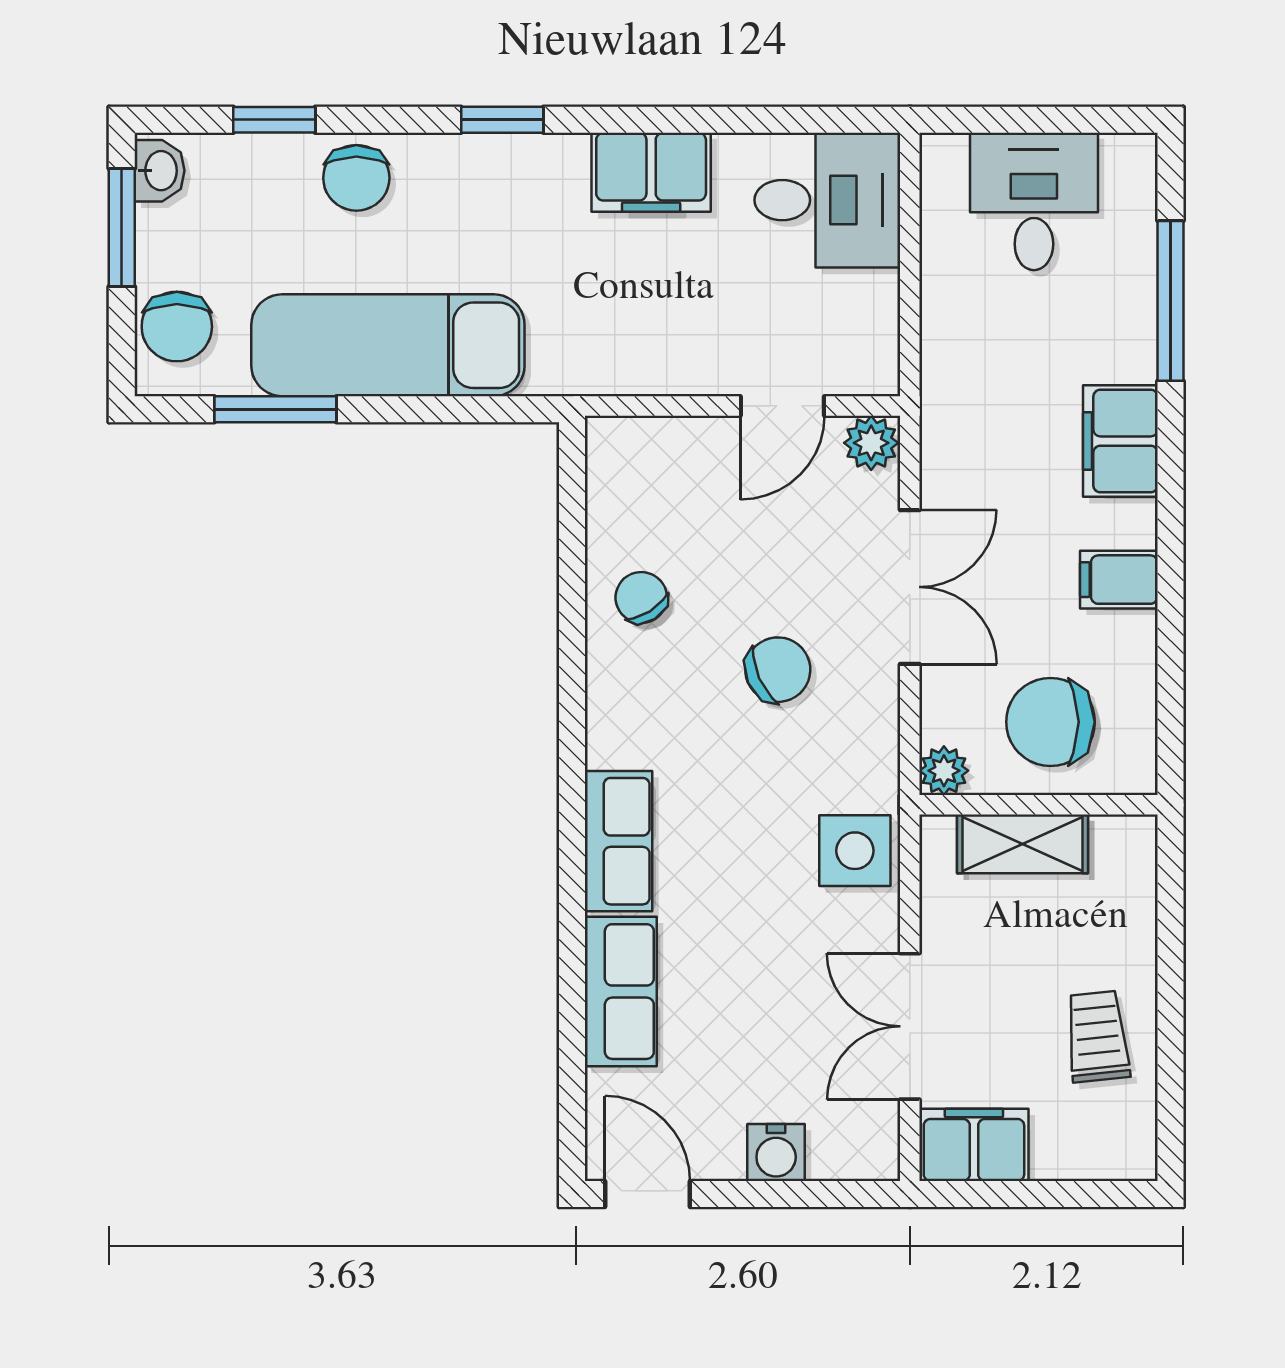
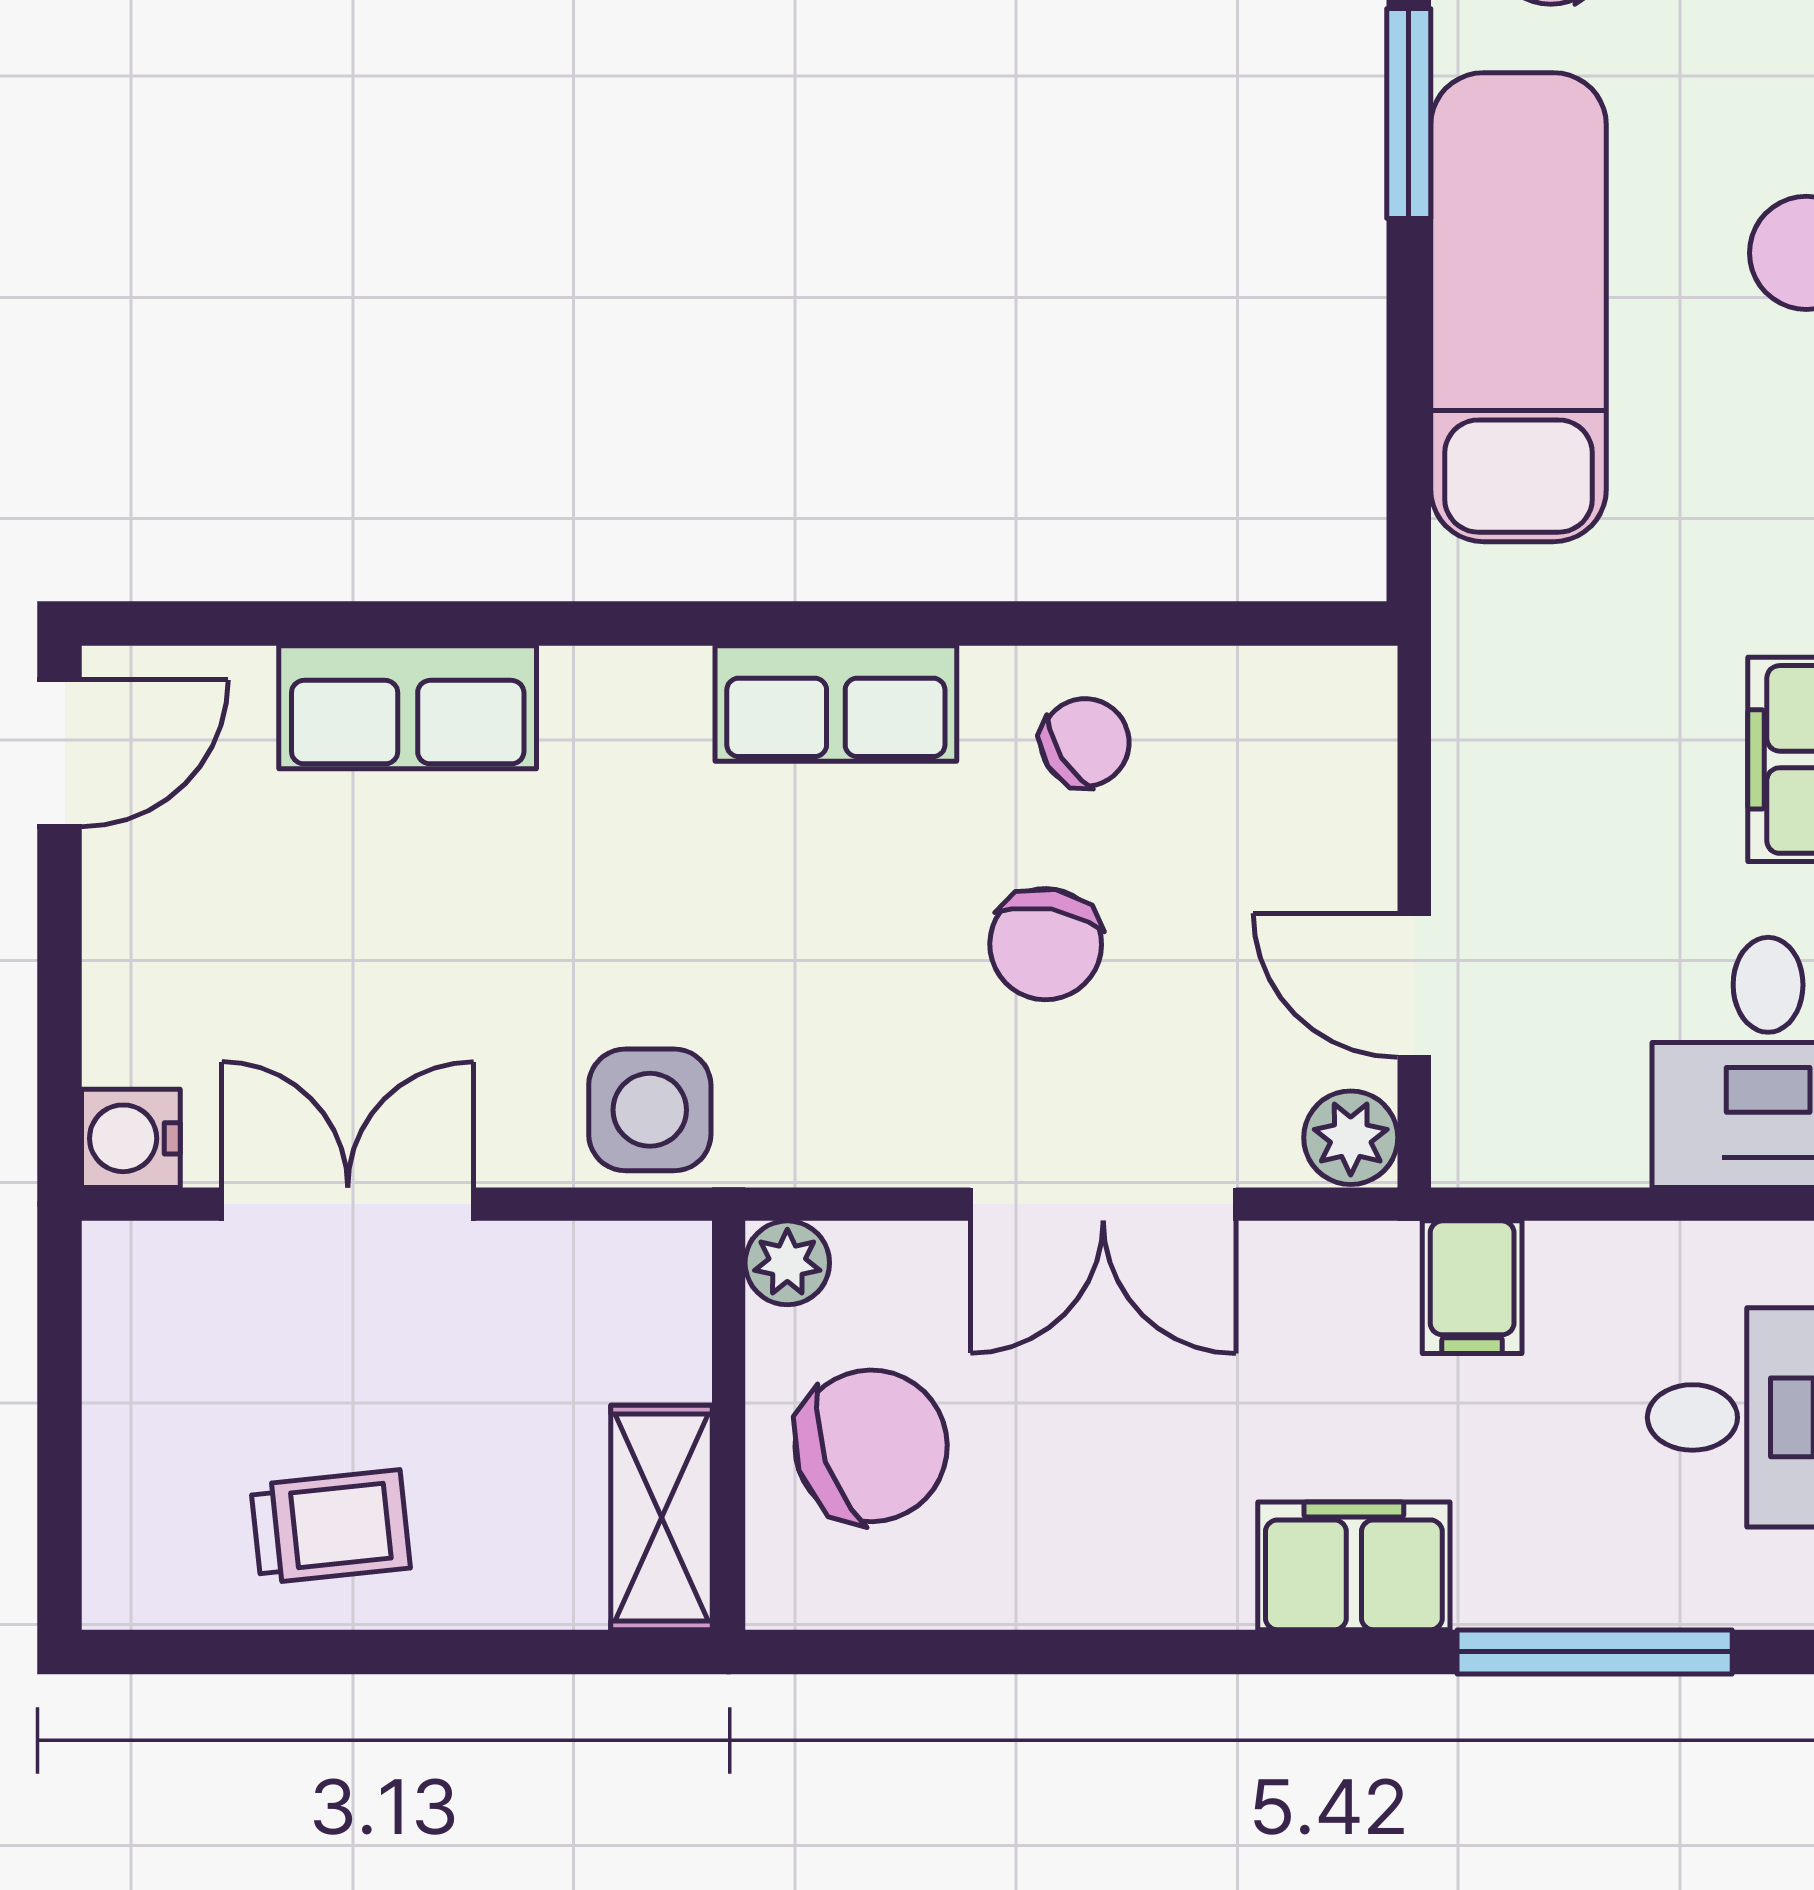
filing cabinet: (1119, 580) -> (1472, 1287), moved, turned 180
chair: (778, 670) -> (1046, 944), moved, turned 34
chair: (1050, 722) -> (871, 1446), turned 71
row of seats: (619, 841) -> (836, 704), moved
shelving: (1022, 844) -> (661, 1518), moved
filing cabinet: (974, 1145) -> (144, 1314), removed
water cooler: (776, 1153) -> (131, 1138), moved

